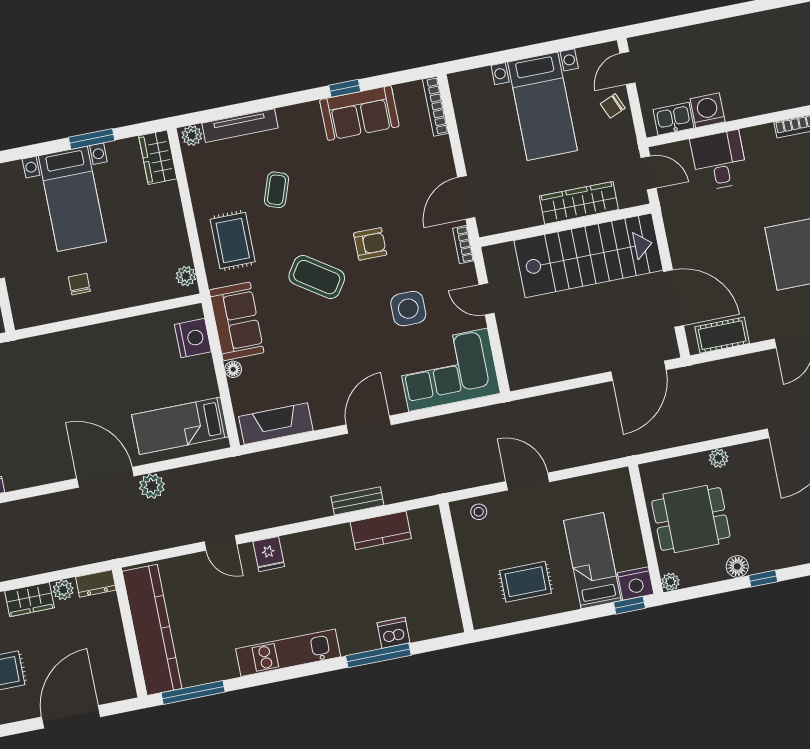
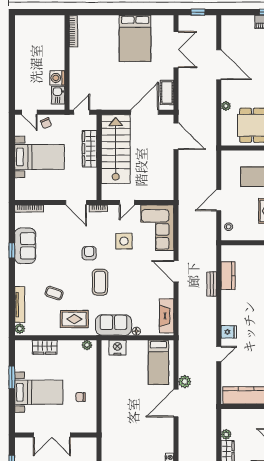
wardrobe: (158, 157) -> (45, 347), moved
desk: (719, 160) -> (83, 77), removed
coffee table: (317, 277) -> (100, 282), turned -34
dresser: (96, 583) -> (226, 418), removed

